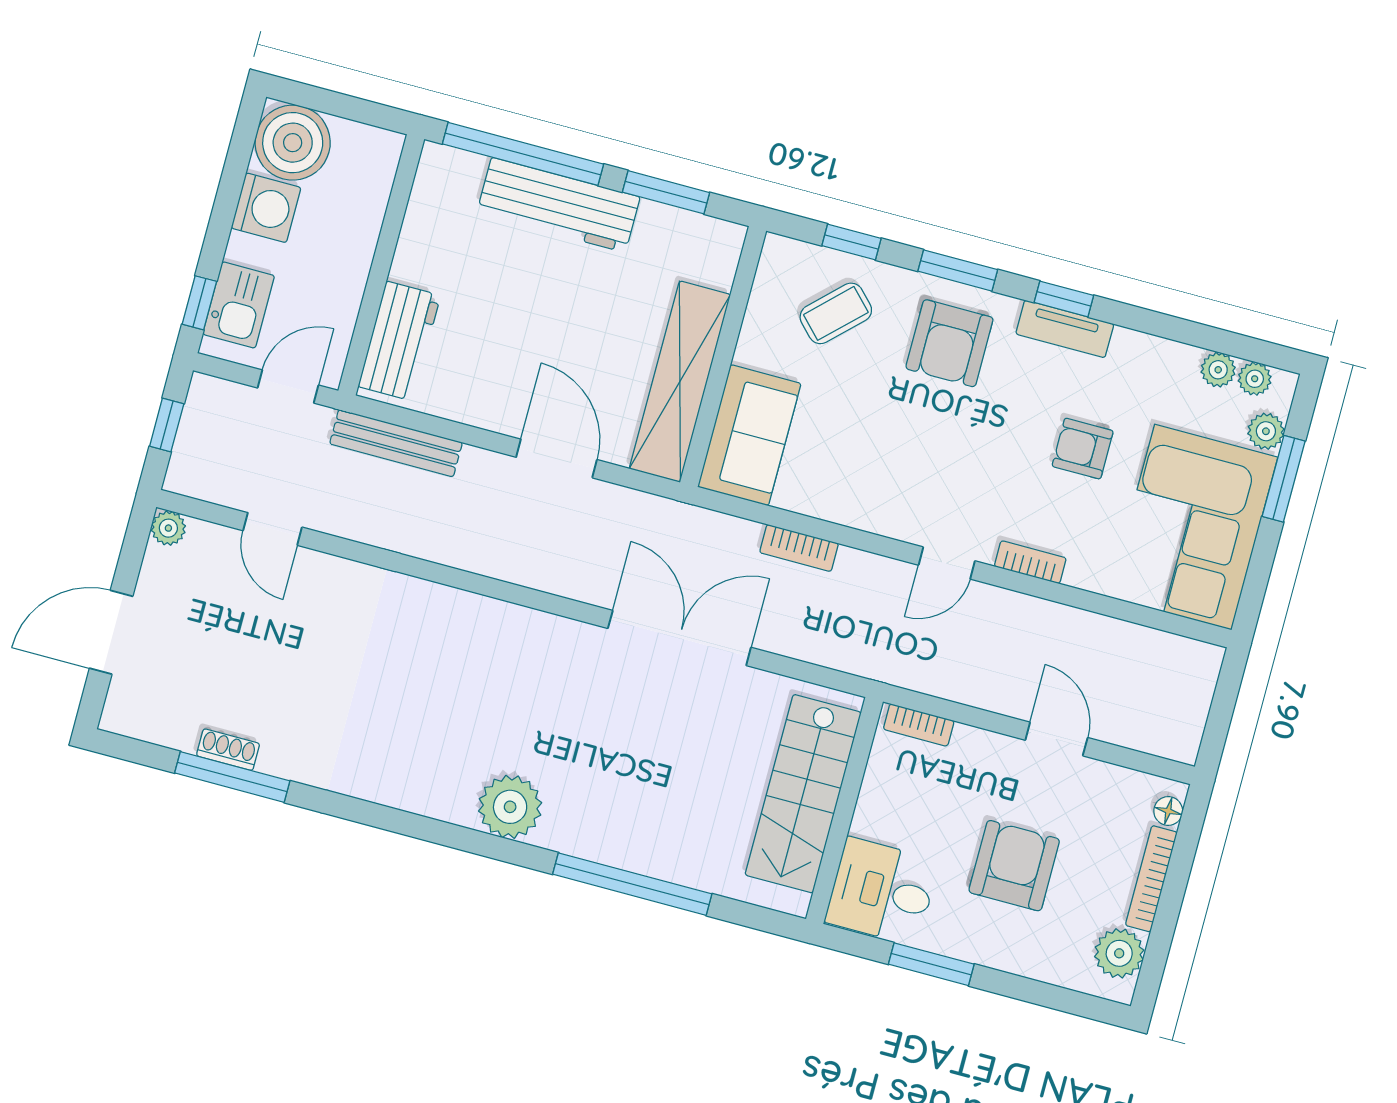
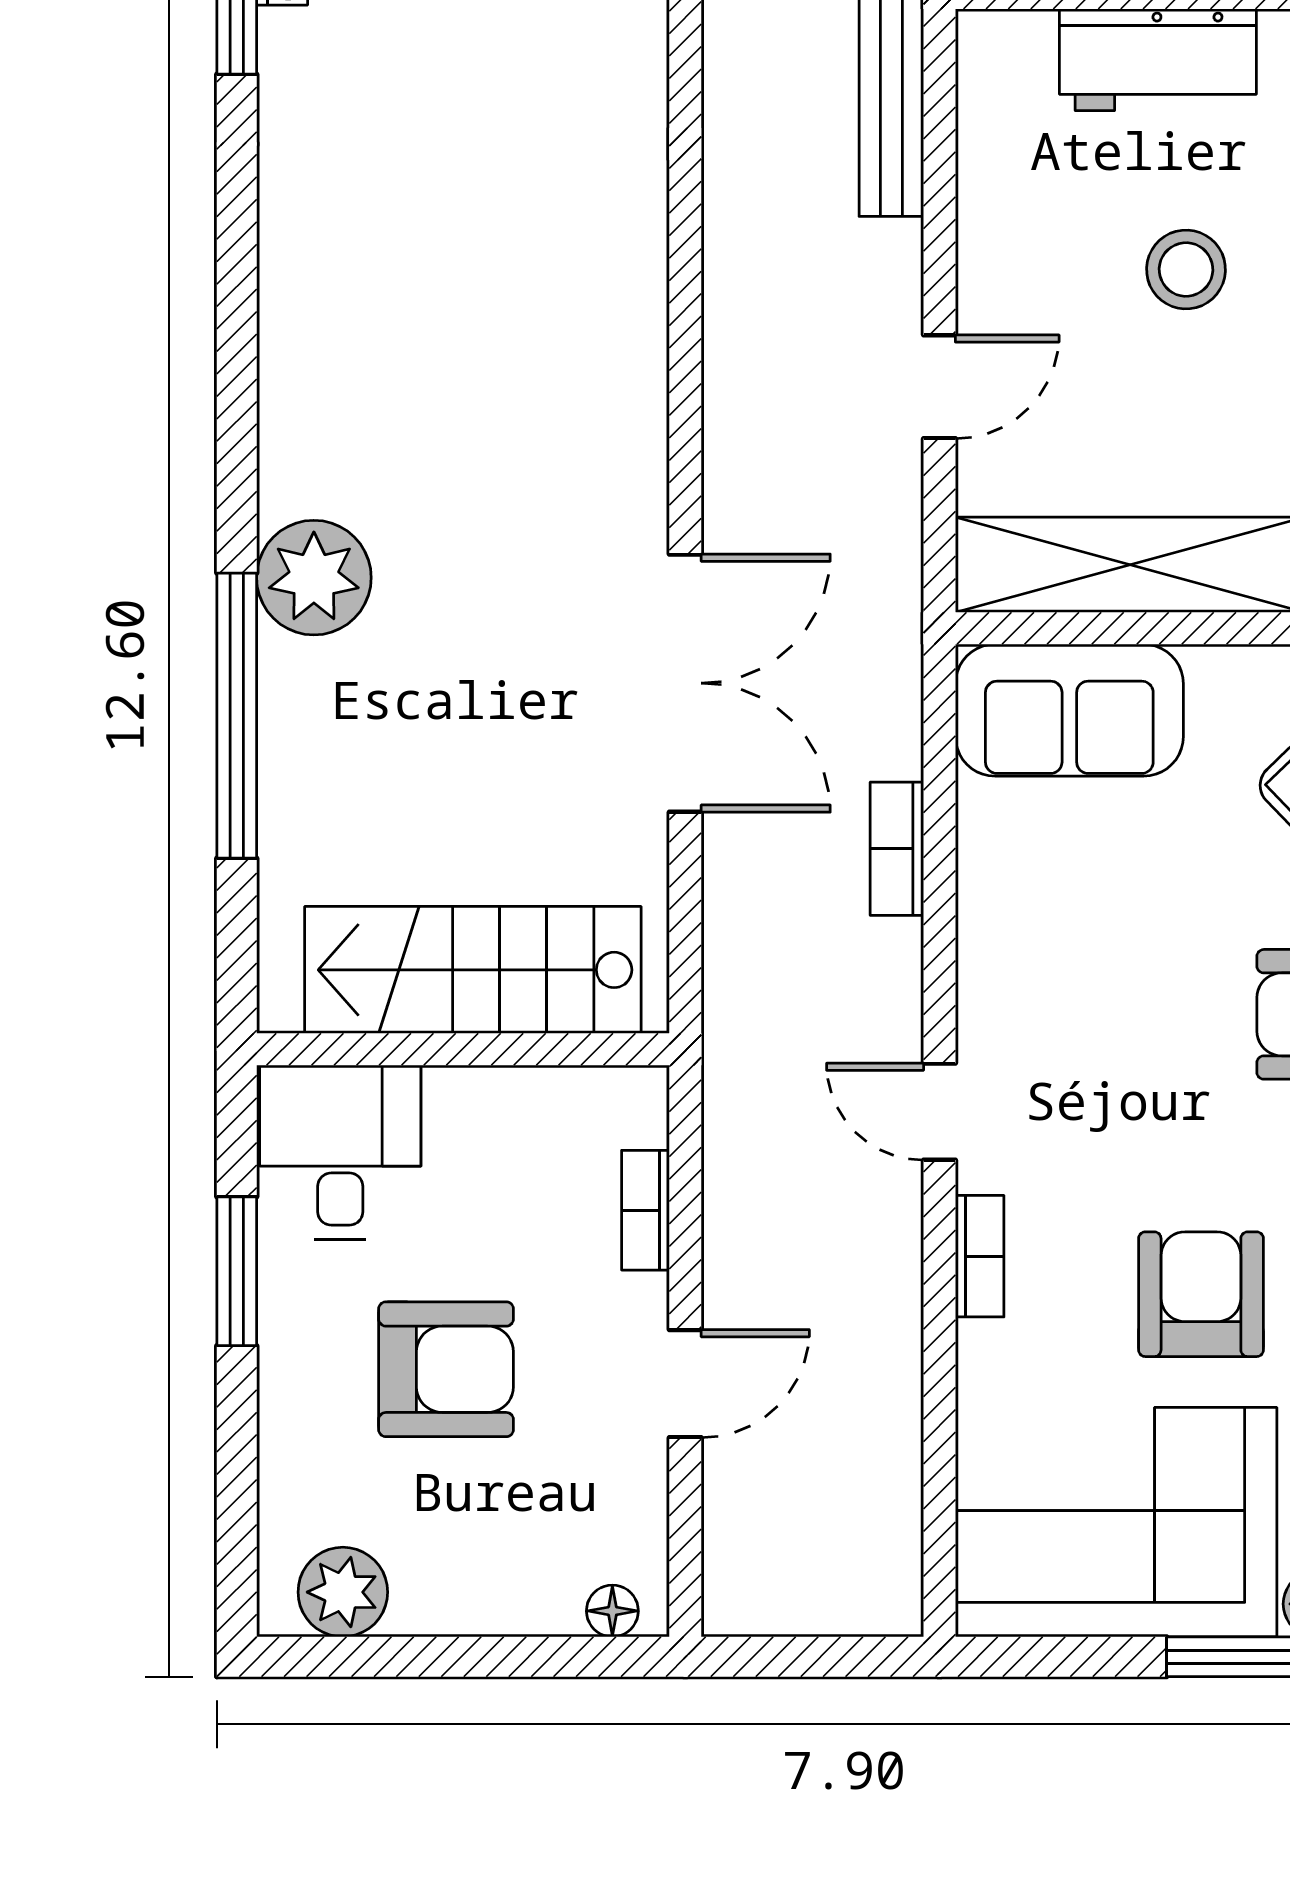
stool: (529, 309) -> (1186, 270), added
workbench: (399, 341) -> (1158, 60), moved
armchair: (1083, 449) -> (1201, 1294), width x1.38, depth x1.38
door: (557, 458) -> (939, 387), width x0.73
bookcase: (919, 725) -> (645, 1210), moved
plant: (510, 807) -> (314, 578), moved
bookcase: (1151, 879) -> (487, 1613), removed

